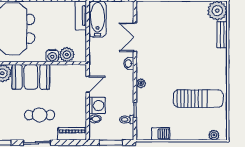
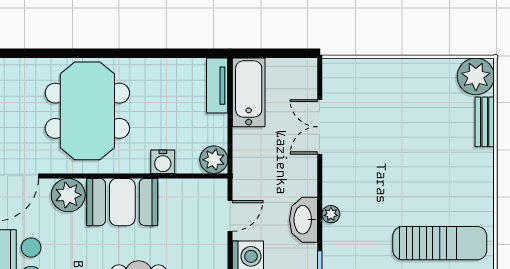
plant: (67, 55) -> (214, 160), moved
washbasin: (129, 63) -> (304, 220), moved, width x1.91, depth x1.45

